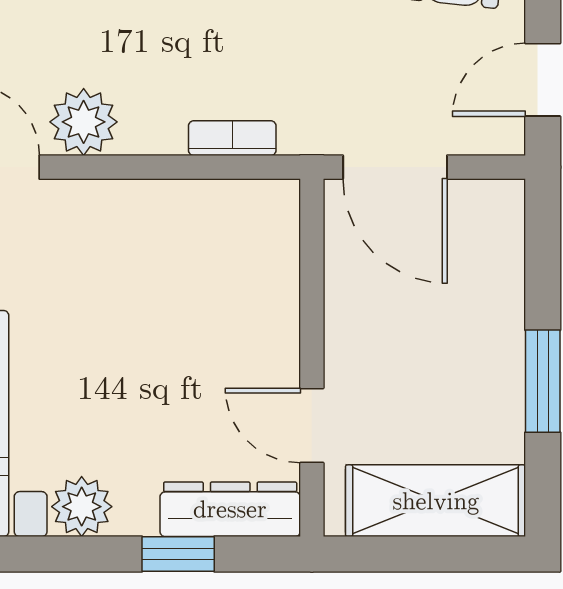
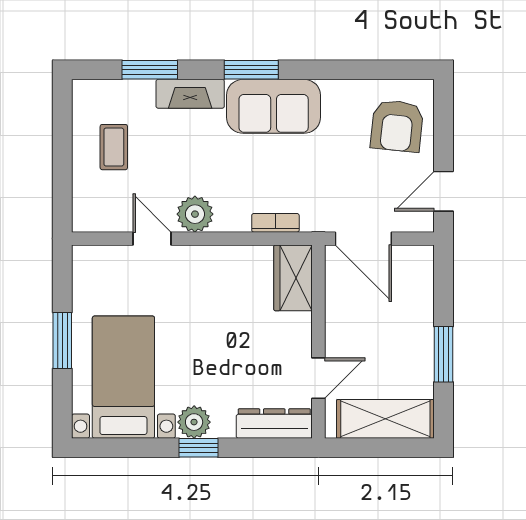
wardrobe: (265, 240) -> (293, 278), added
door: (312, 425) -> (318, 378), swing flipped
window: (178, 554) -> (199, 448), moved

